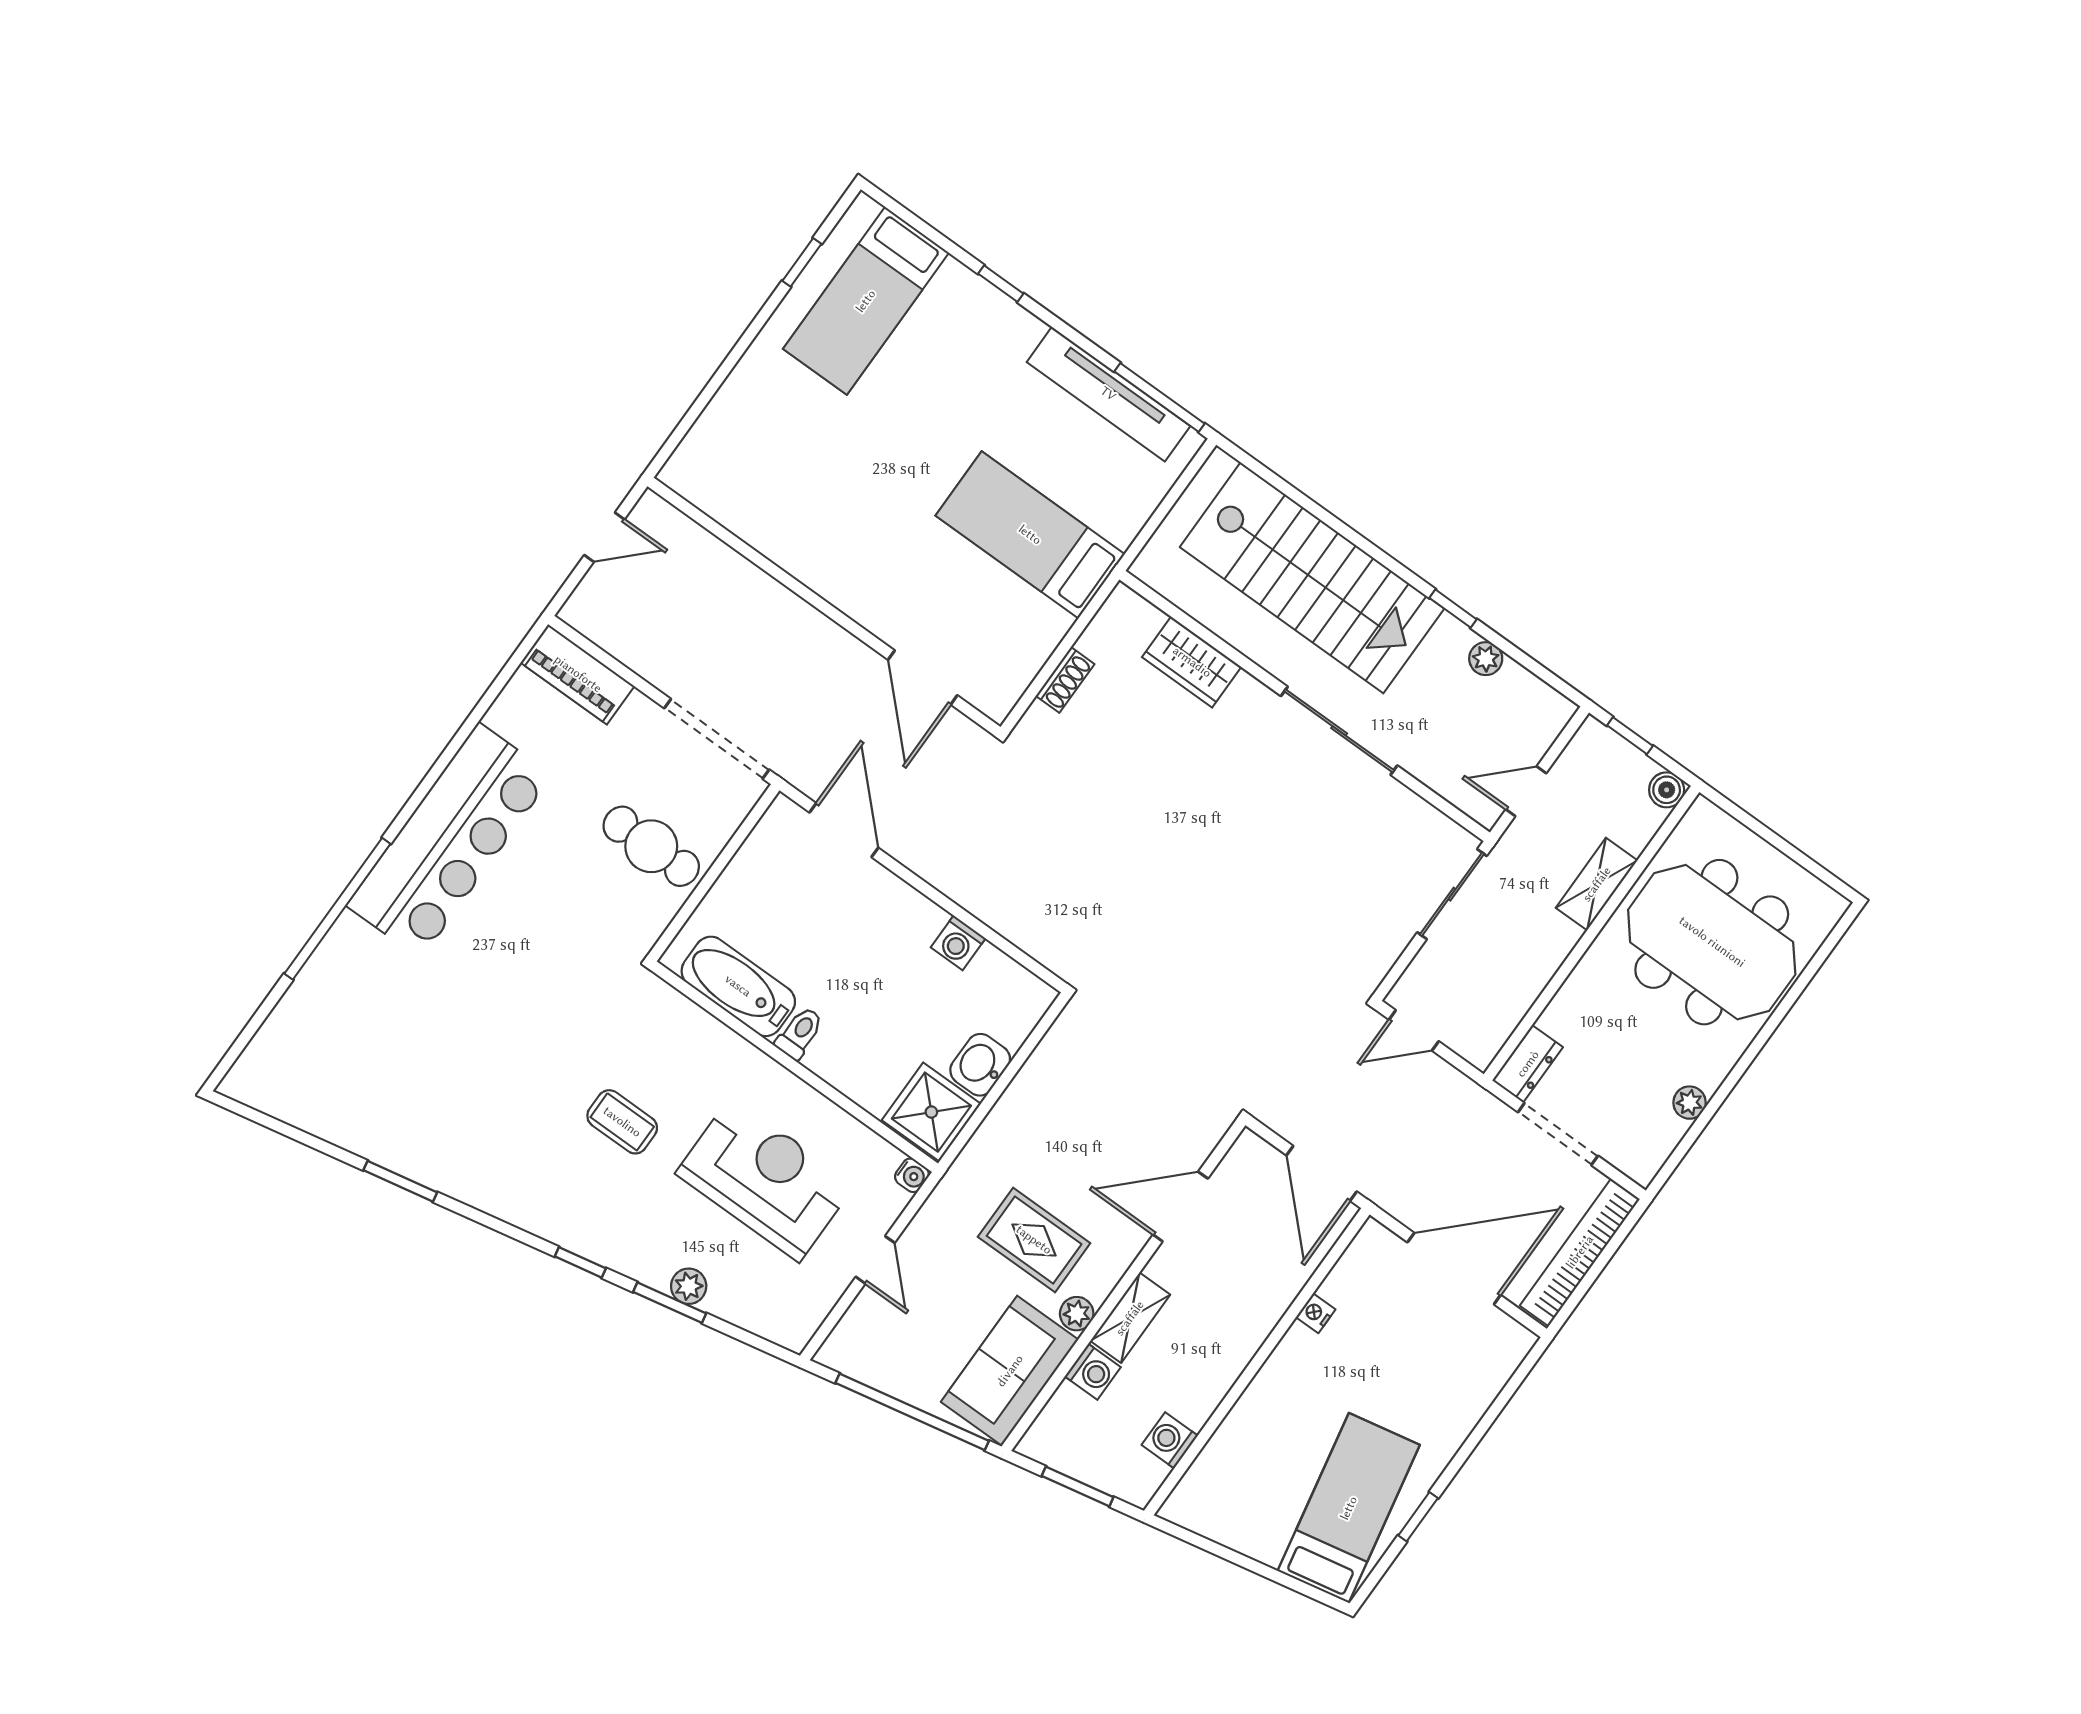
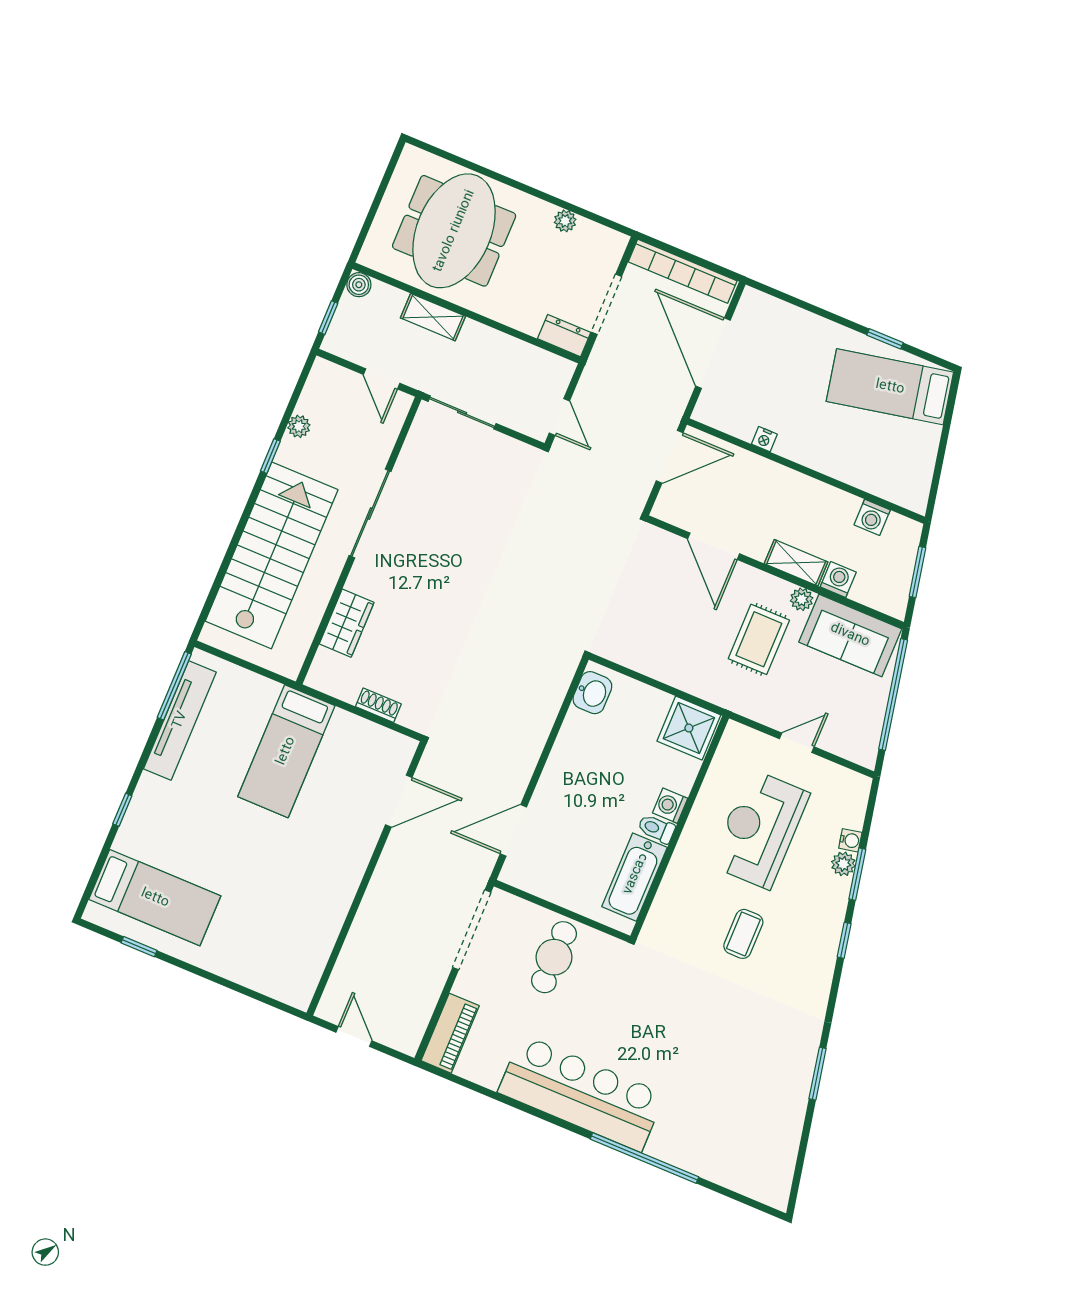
washing machine: (958, 943) -> (670, 806), moved, turned 180
washbasin: (980, 1065) -> (592, 693), moved, turned -90
water cooler: (912, 1175) -> (850, 840), moved, turned 79

